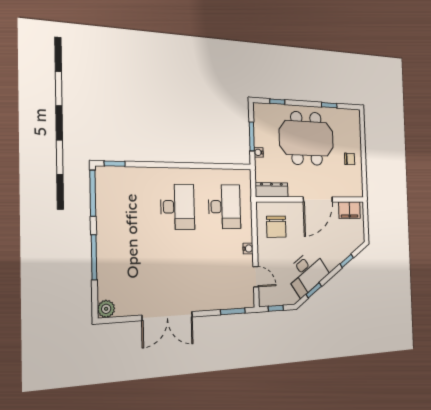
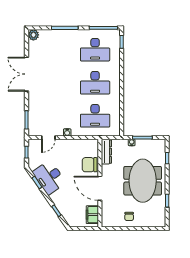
desk: (128, 207) -> (95, 50), added
chair: (276, 227) -> (90, 165), moved

